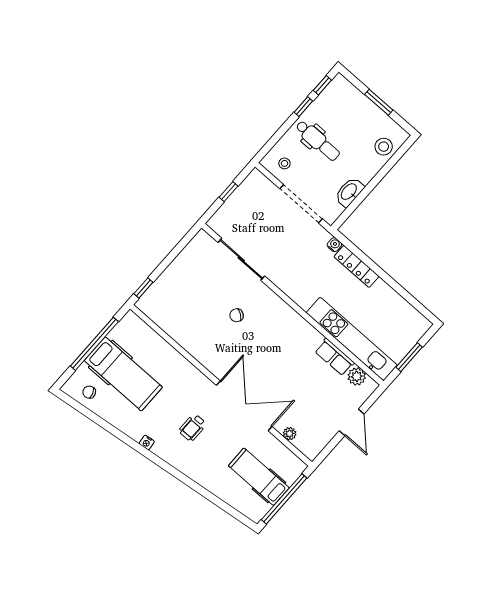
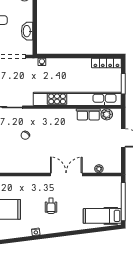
locker: (356, 266) -> (106, 63), moved
kitchen unit: (352, 339) -> (77, 99), width x1.36
double door: (244, 406) -> (66, 175), width x0.73
hospital bed: (259, 477) -> (102, 216), moved

